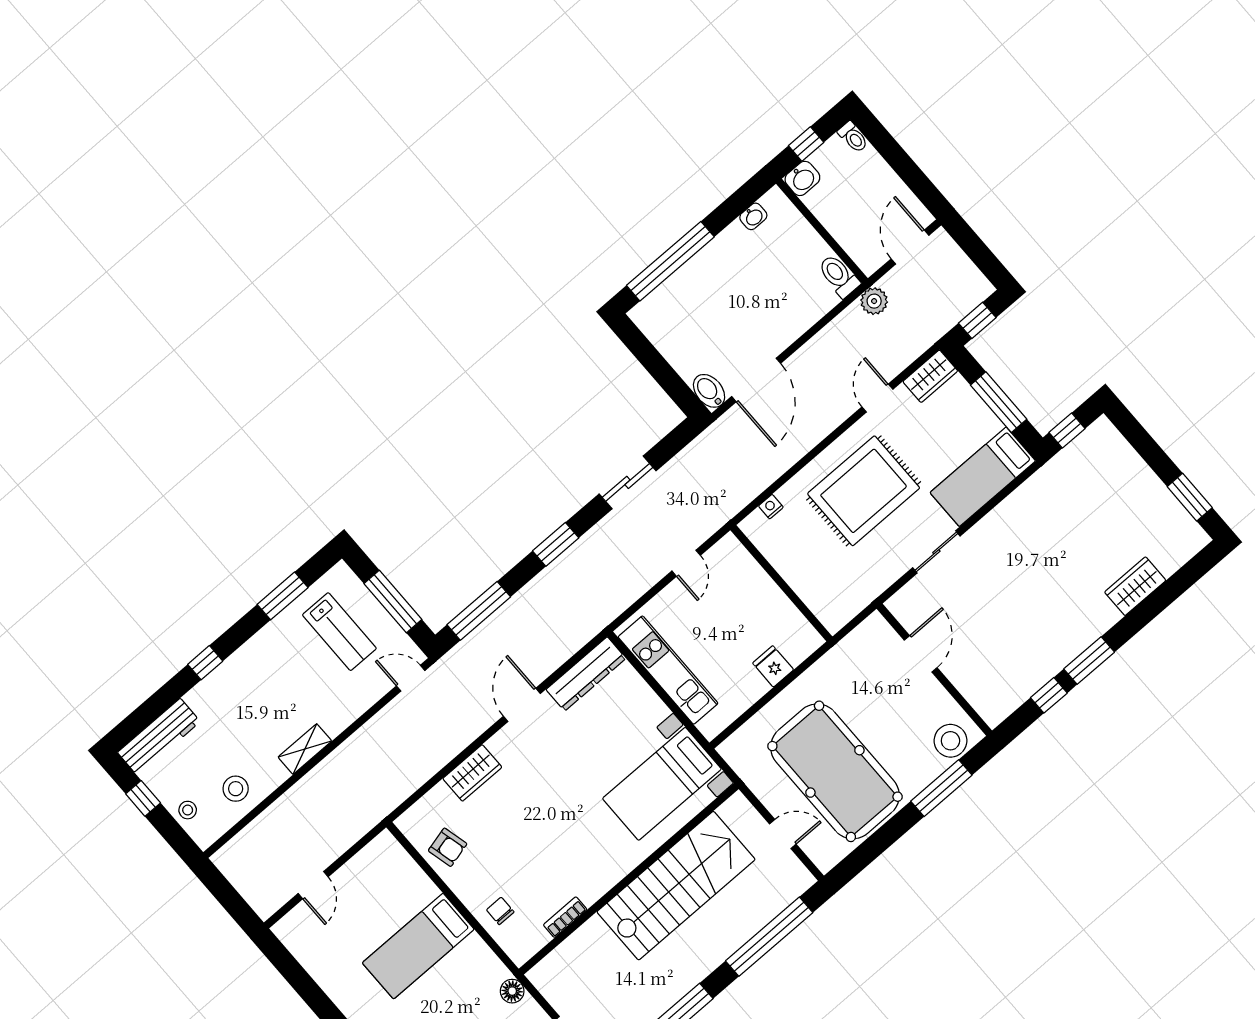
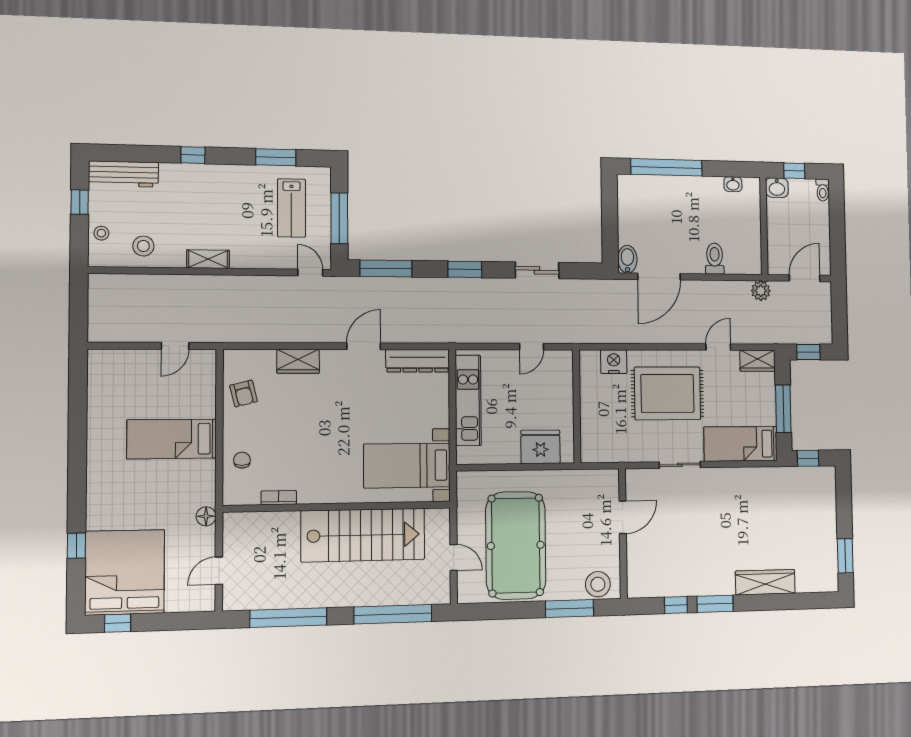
toilet: (839, 276) -> (715, 259), moved
nightstand: (771, 507) -> (614, 362), width x1.89, depth x1.79
wardrobe: (1135, 586) -> (765, 582), width x1.50
fridge: (773, 666) -> (540, 447), width x1.88, depth x1.34
door: (313, 885) -> (175, 346), moved

